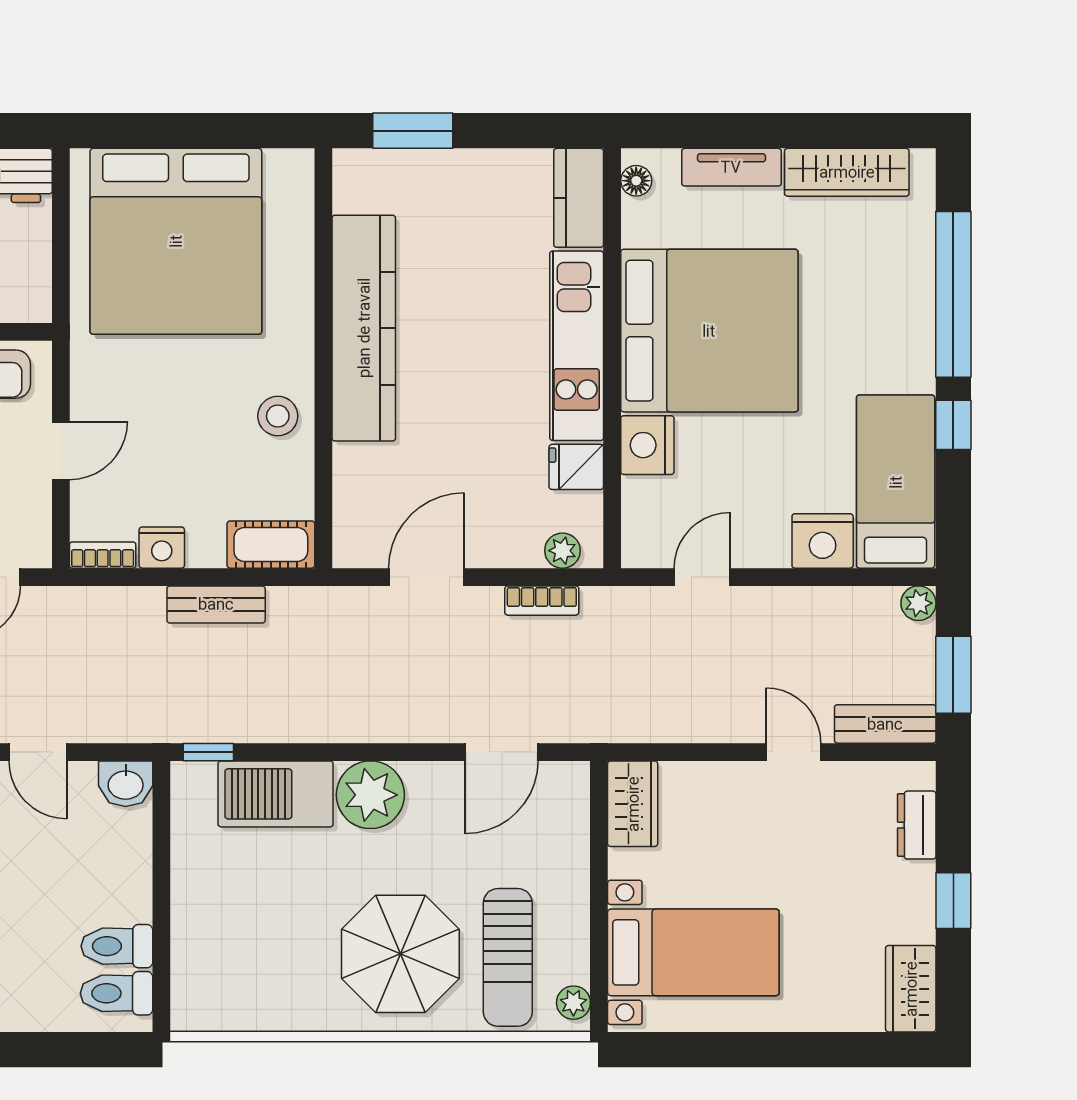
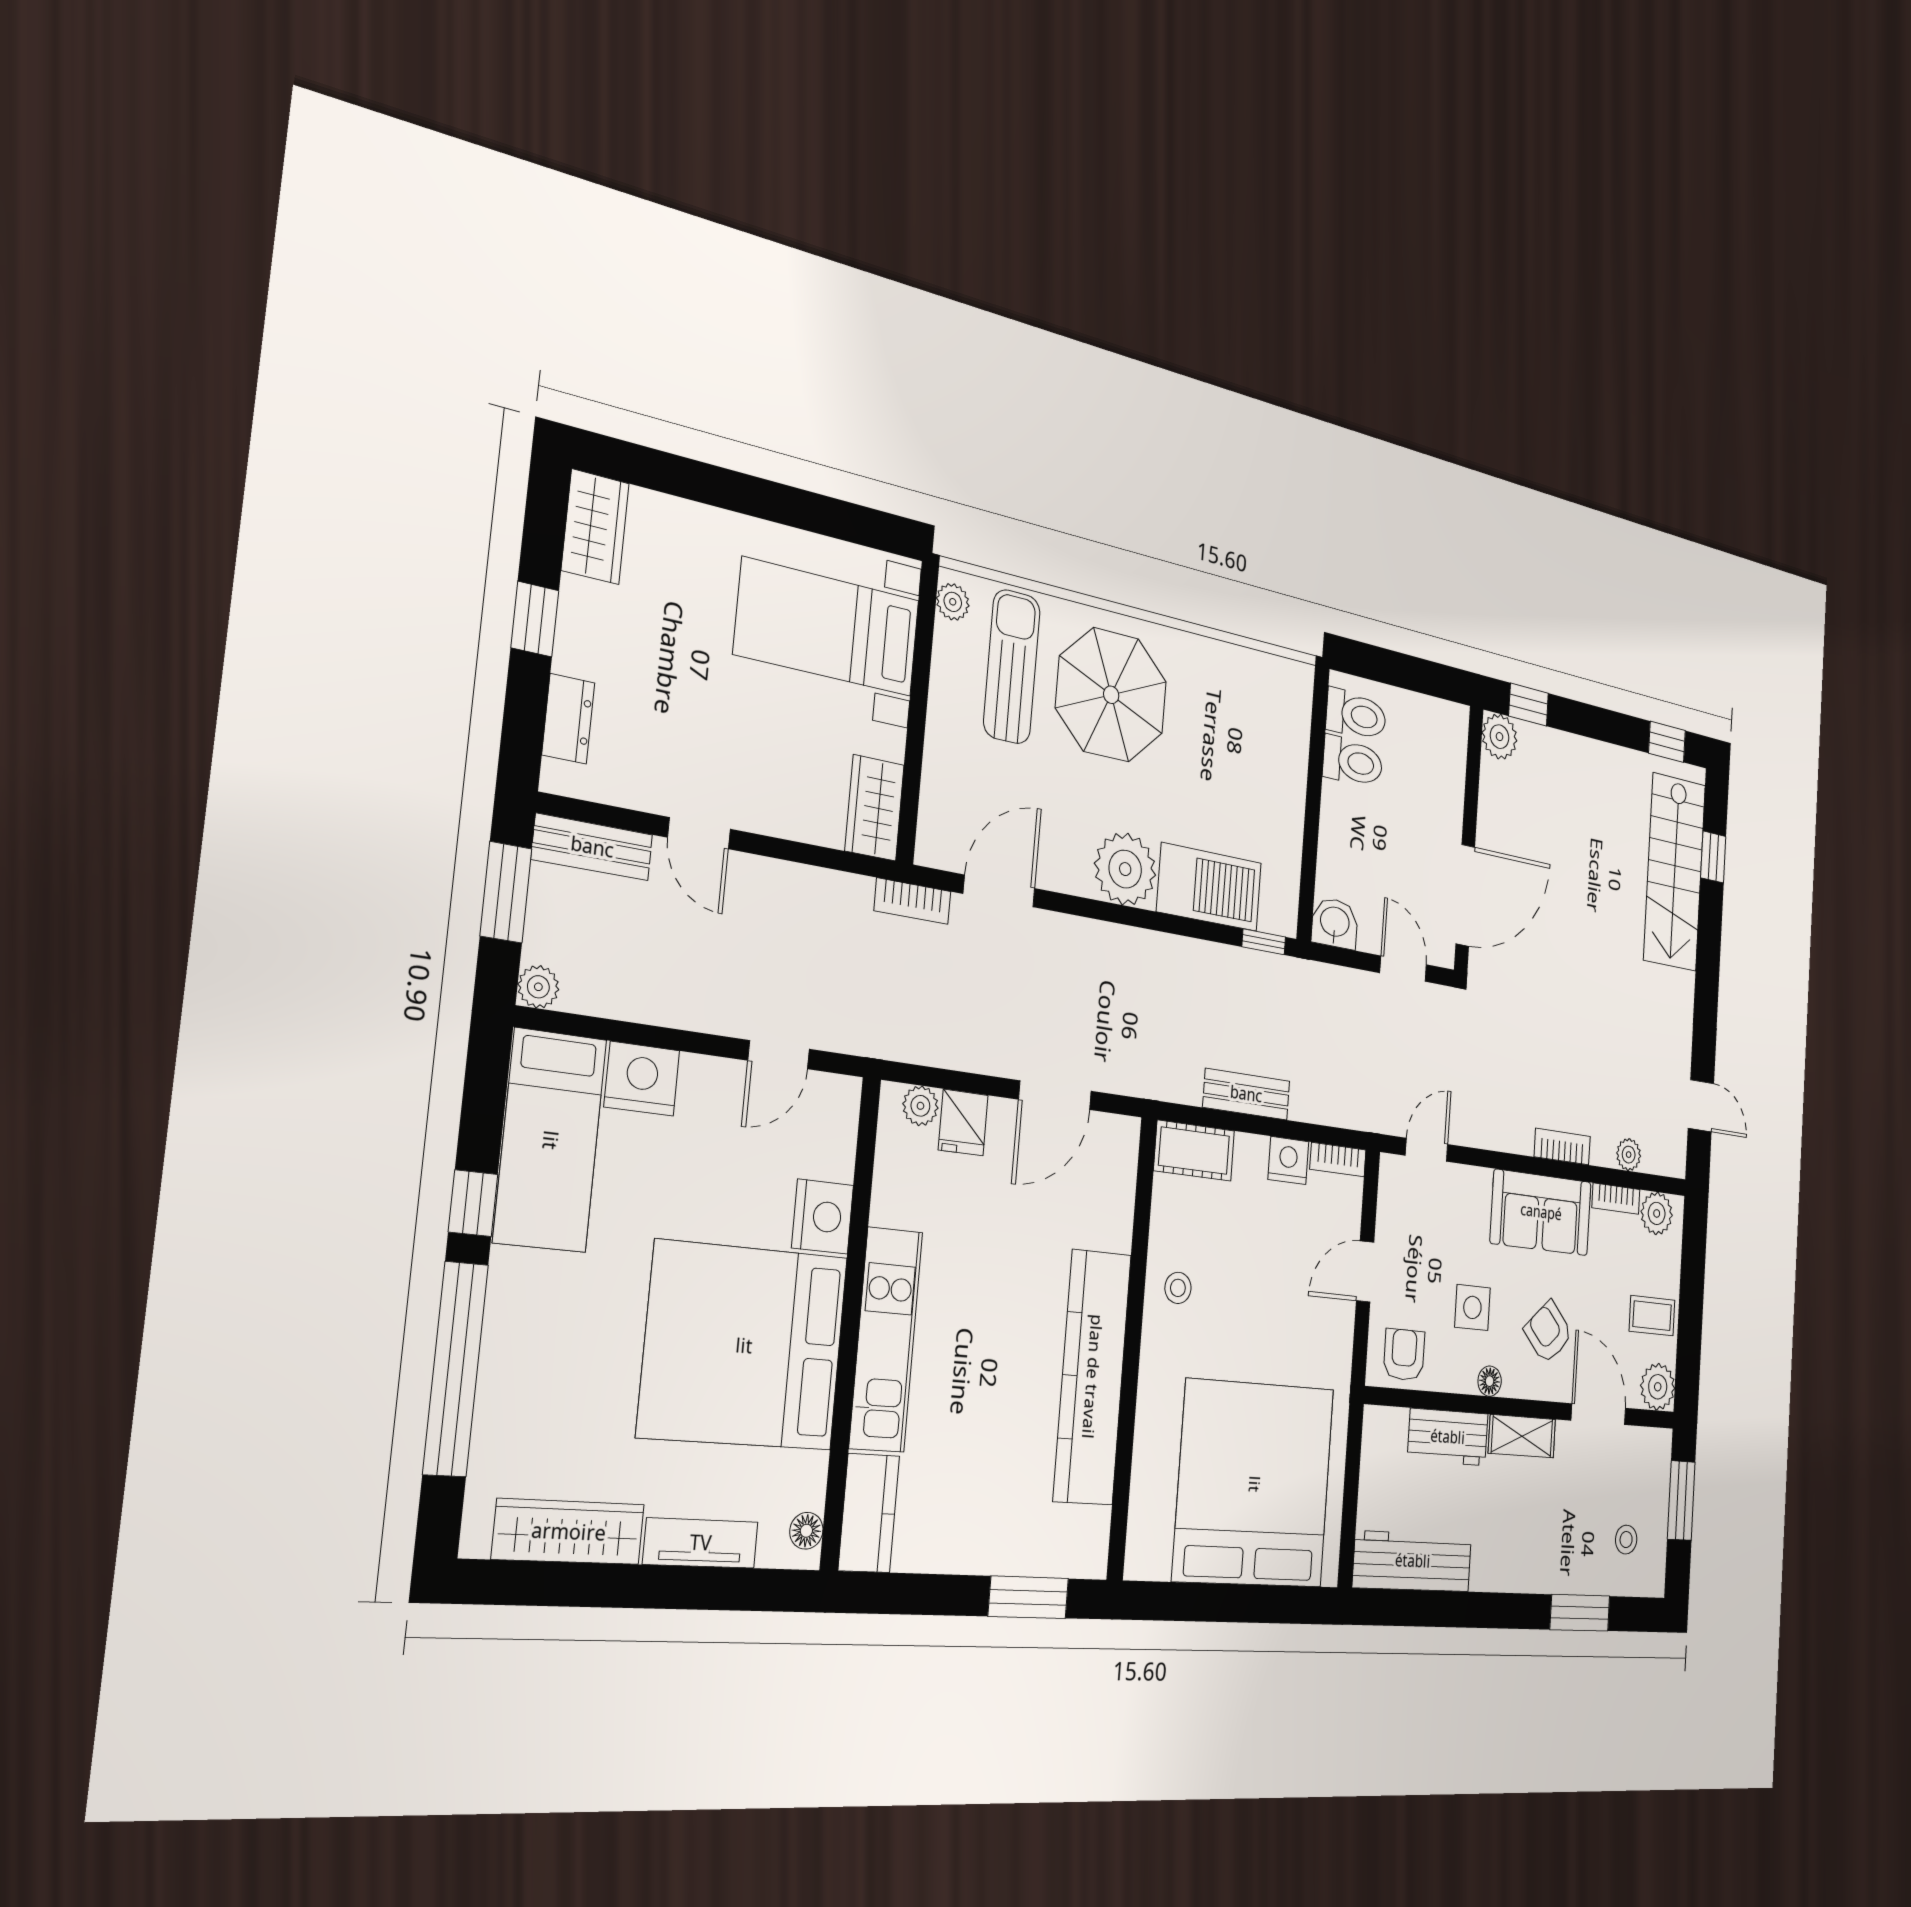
stool: (278, 416) -> (1178, 1288), width x0.73, depth x0.73
fridge: (576, 467) -> (963, 1123), moved, turned 90
bookcase: (542, 601) -> (913, 901), moved, turned 180

